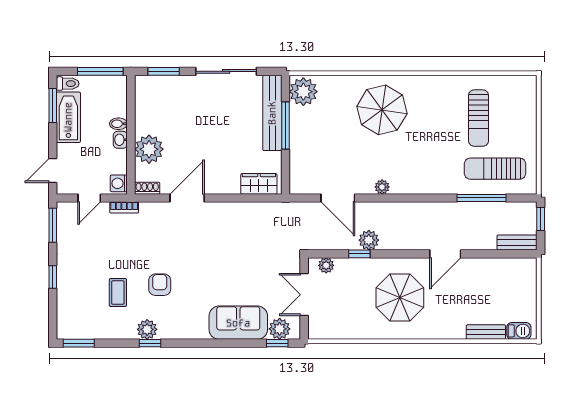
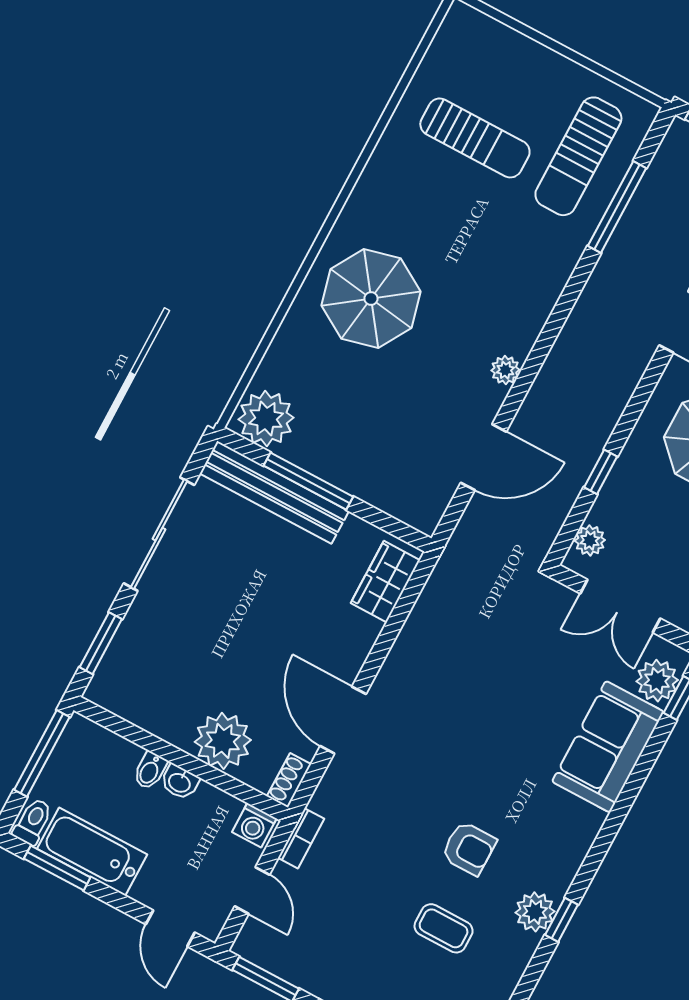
plant: (369, 240) -> (586, 443), removed
armchair: (160, 285) -> (469, 848), turned 180

